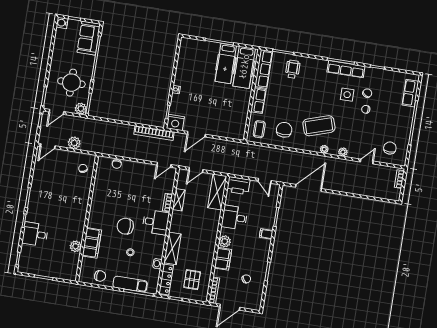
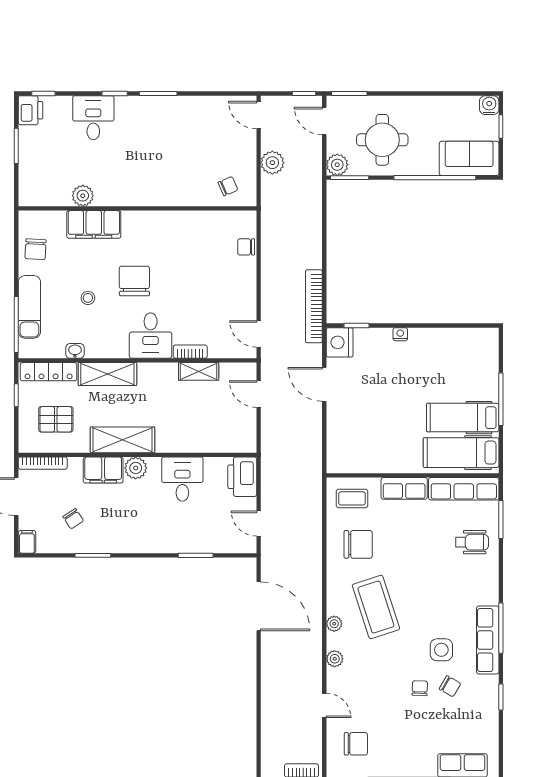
door: (265, 181) -> (259, 524), hinge flipped
shelving: (217, 192) -> (123, 440), moved
filing cabinet: (266, 234) -> (27, 542), moved
printer: (26, 267) -> (31, 110), added

